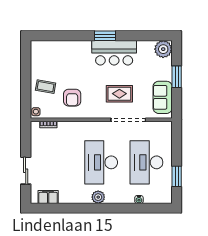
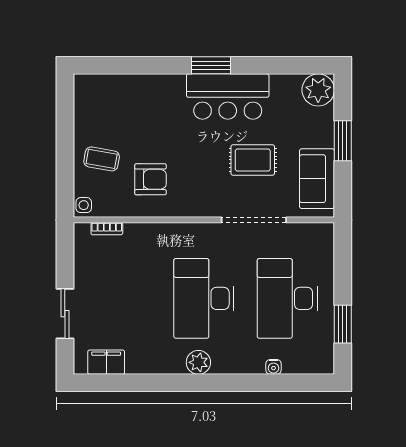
rug: (119, 94) -> (253, 160), moved
armchair: (72, 98) -> (150, 179), turned -90

